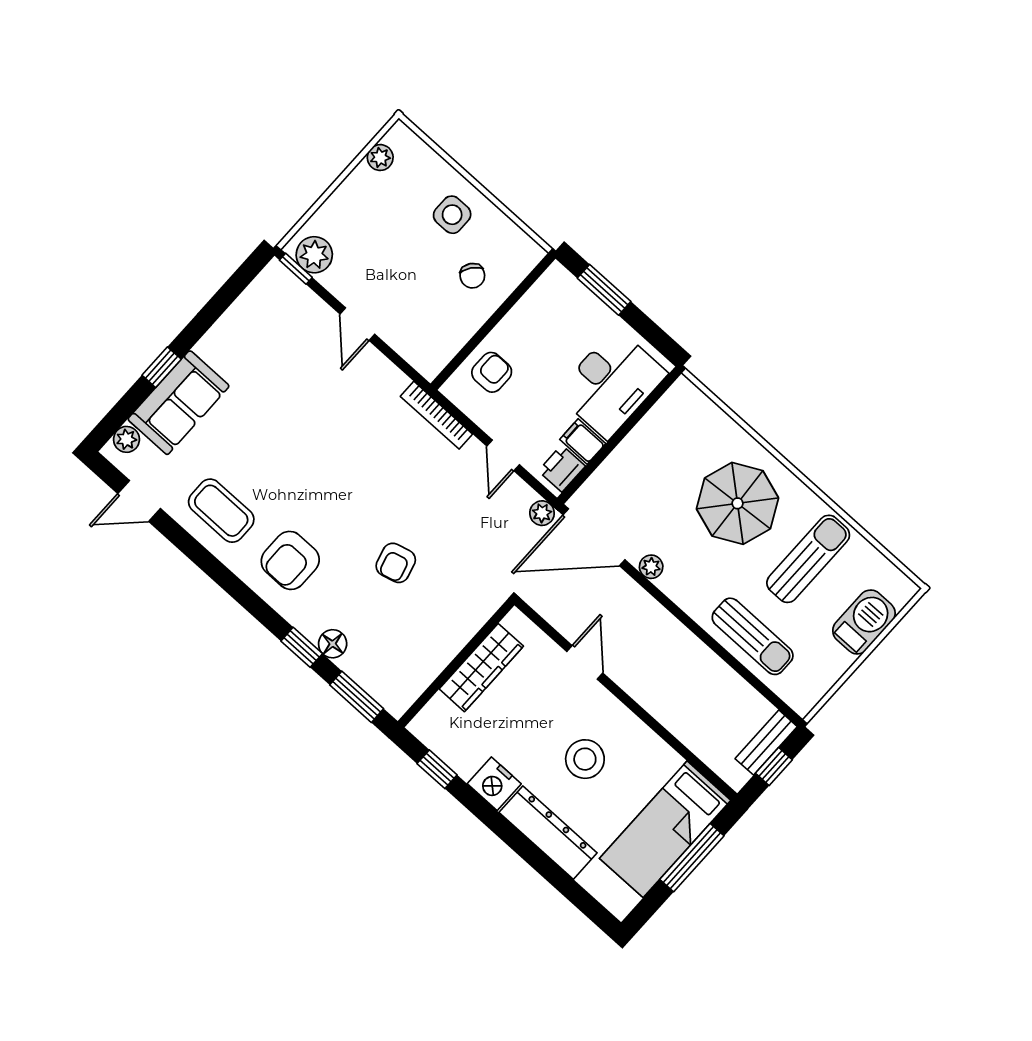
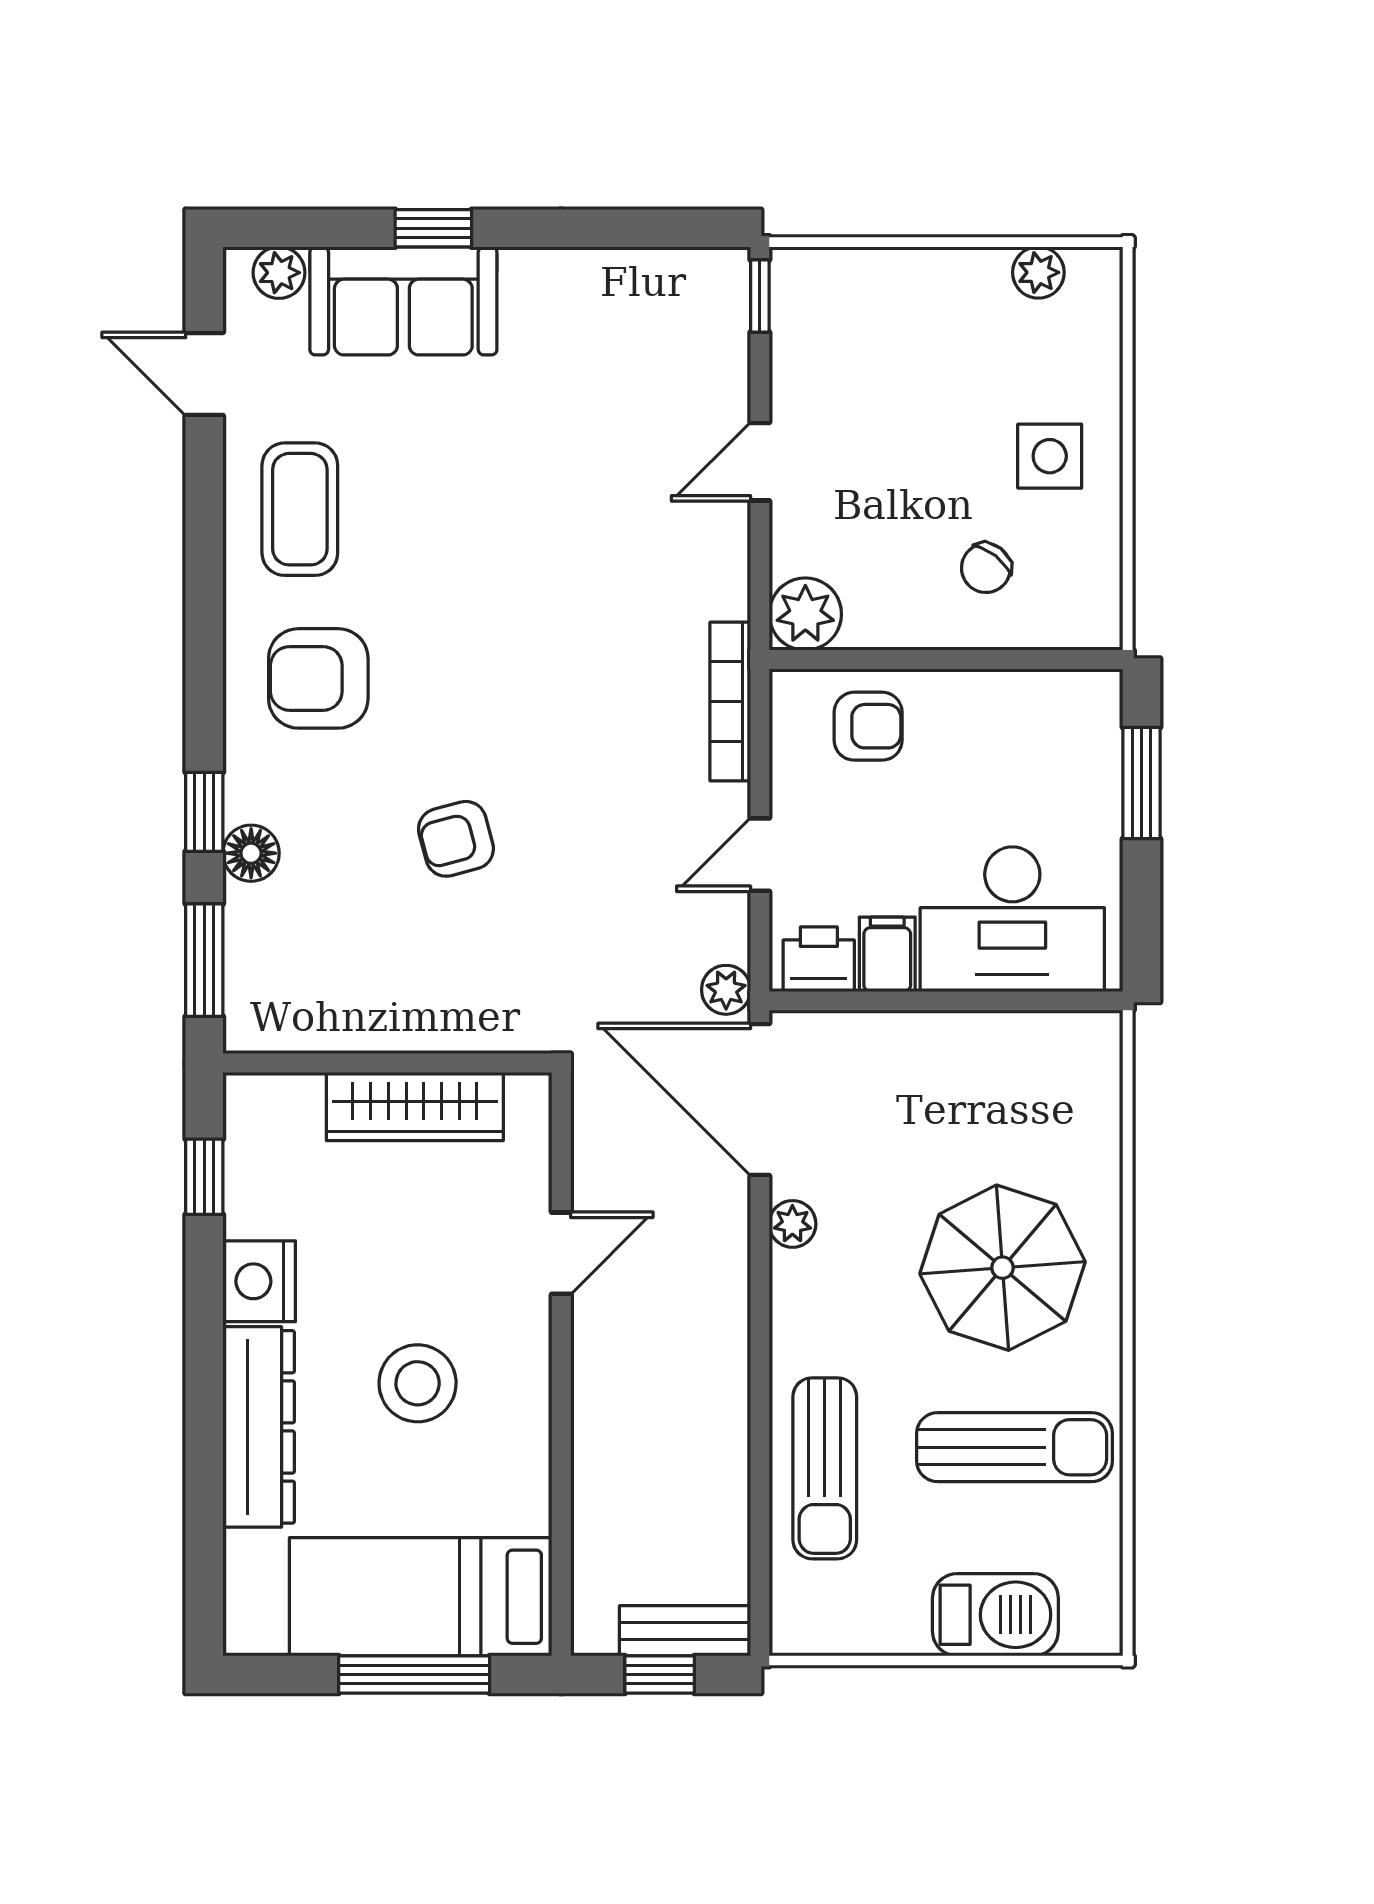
plant: (314, 255) -> (805, 614), moved

